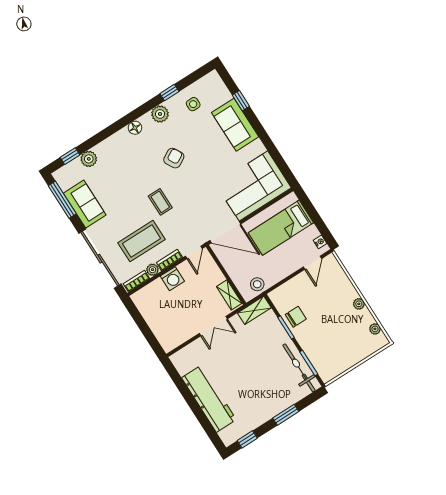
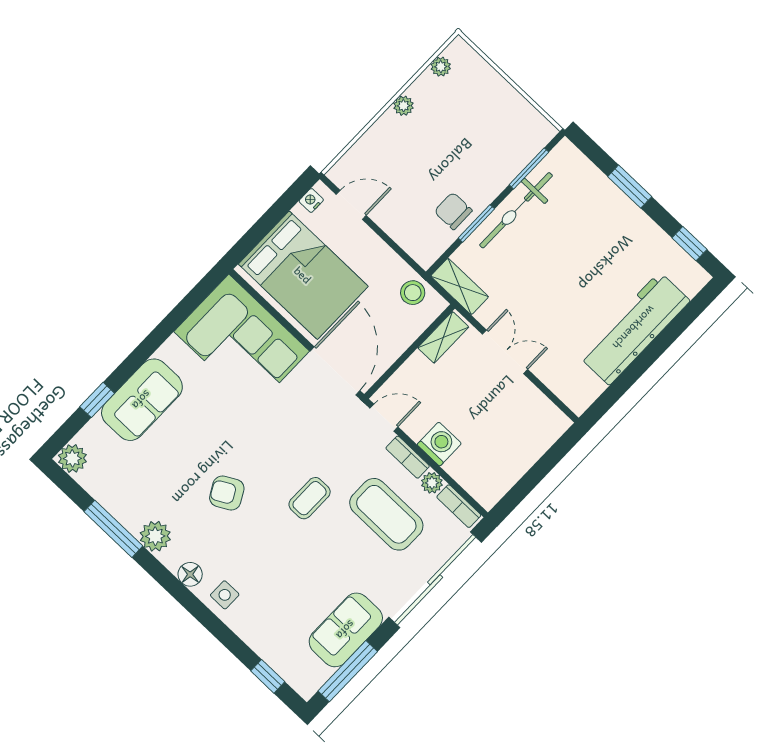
window: (169, 92) -> (113, 529), width x2.17
side table: (193, 104) -> (225, 595), moved
plant: (89, 159) -> (72, 458), moved
bed: (281, 228) -> (303, 275), width x1.50
bicycle: (299, 368) -> (516, 210), moved

